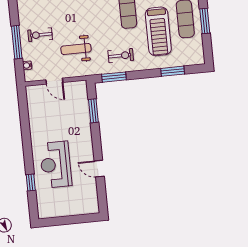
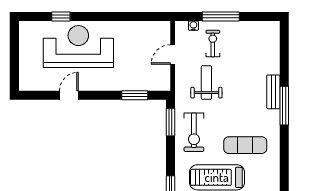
exercise bike: (40, 35) -> (213, 44), moved
exercise bike: (121, 56) -> (194, 132), width x1.38, depth x1.39
reception desk: (56, 165) -> (78, 46), width x1.36, depth x1.30

